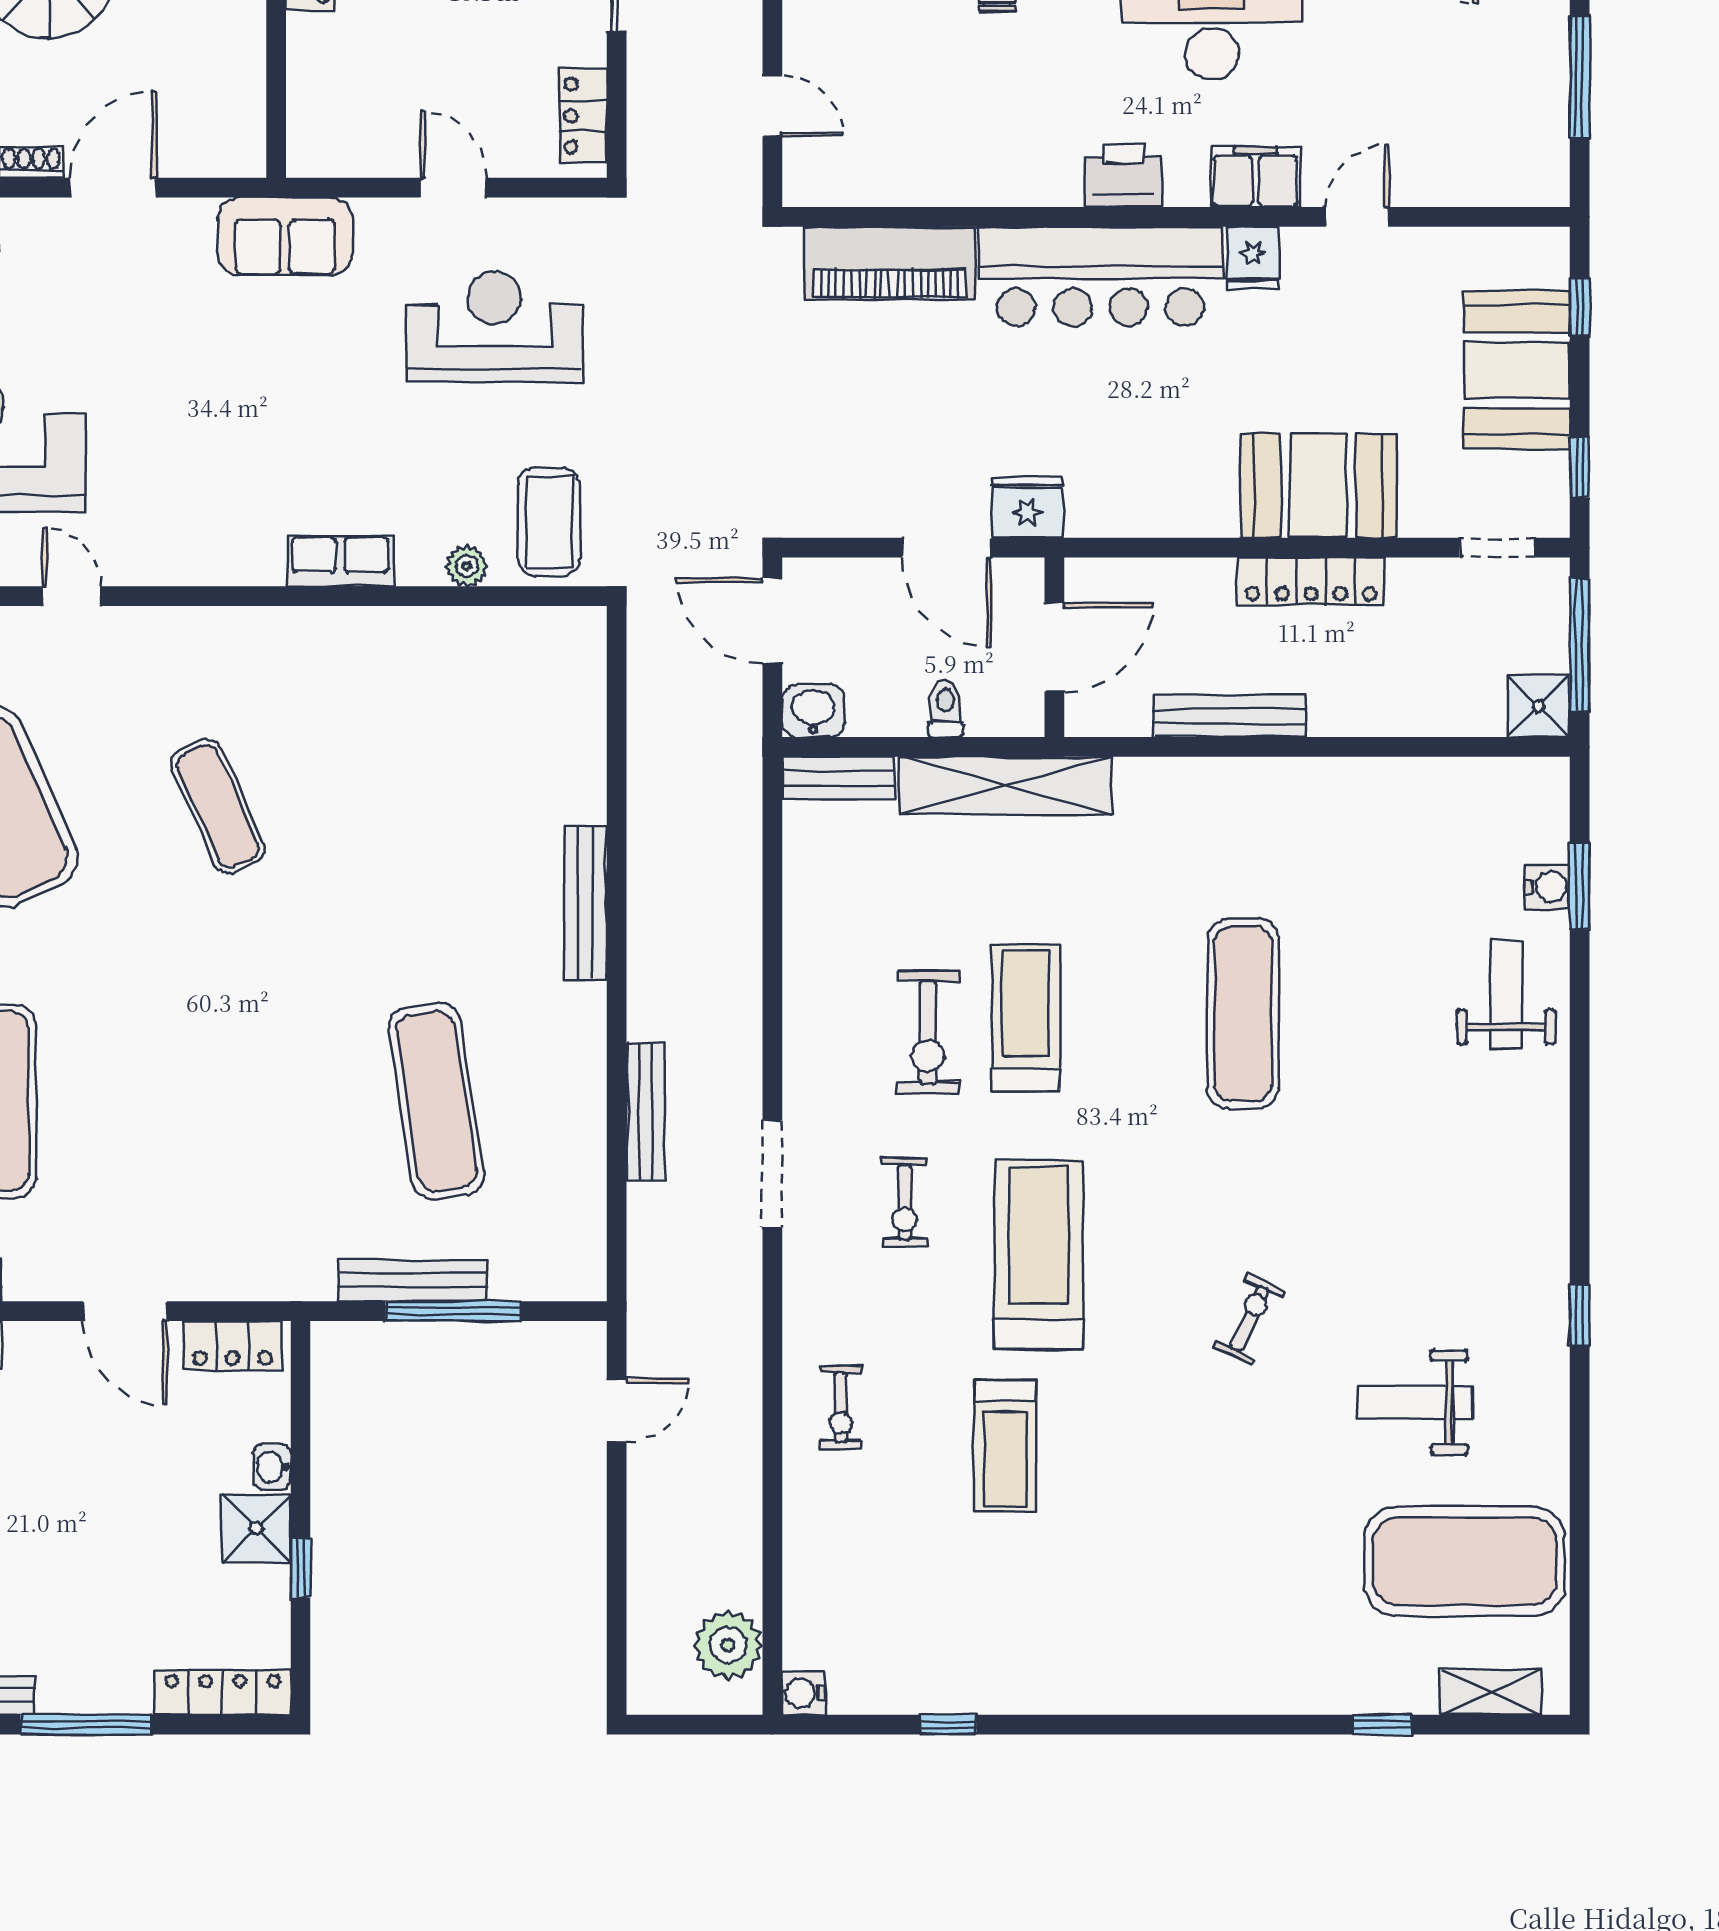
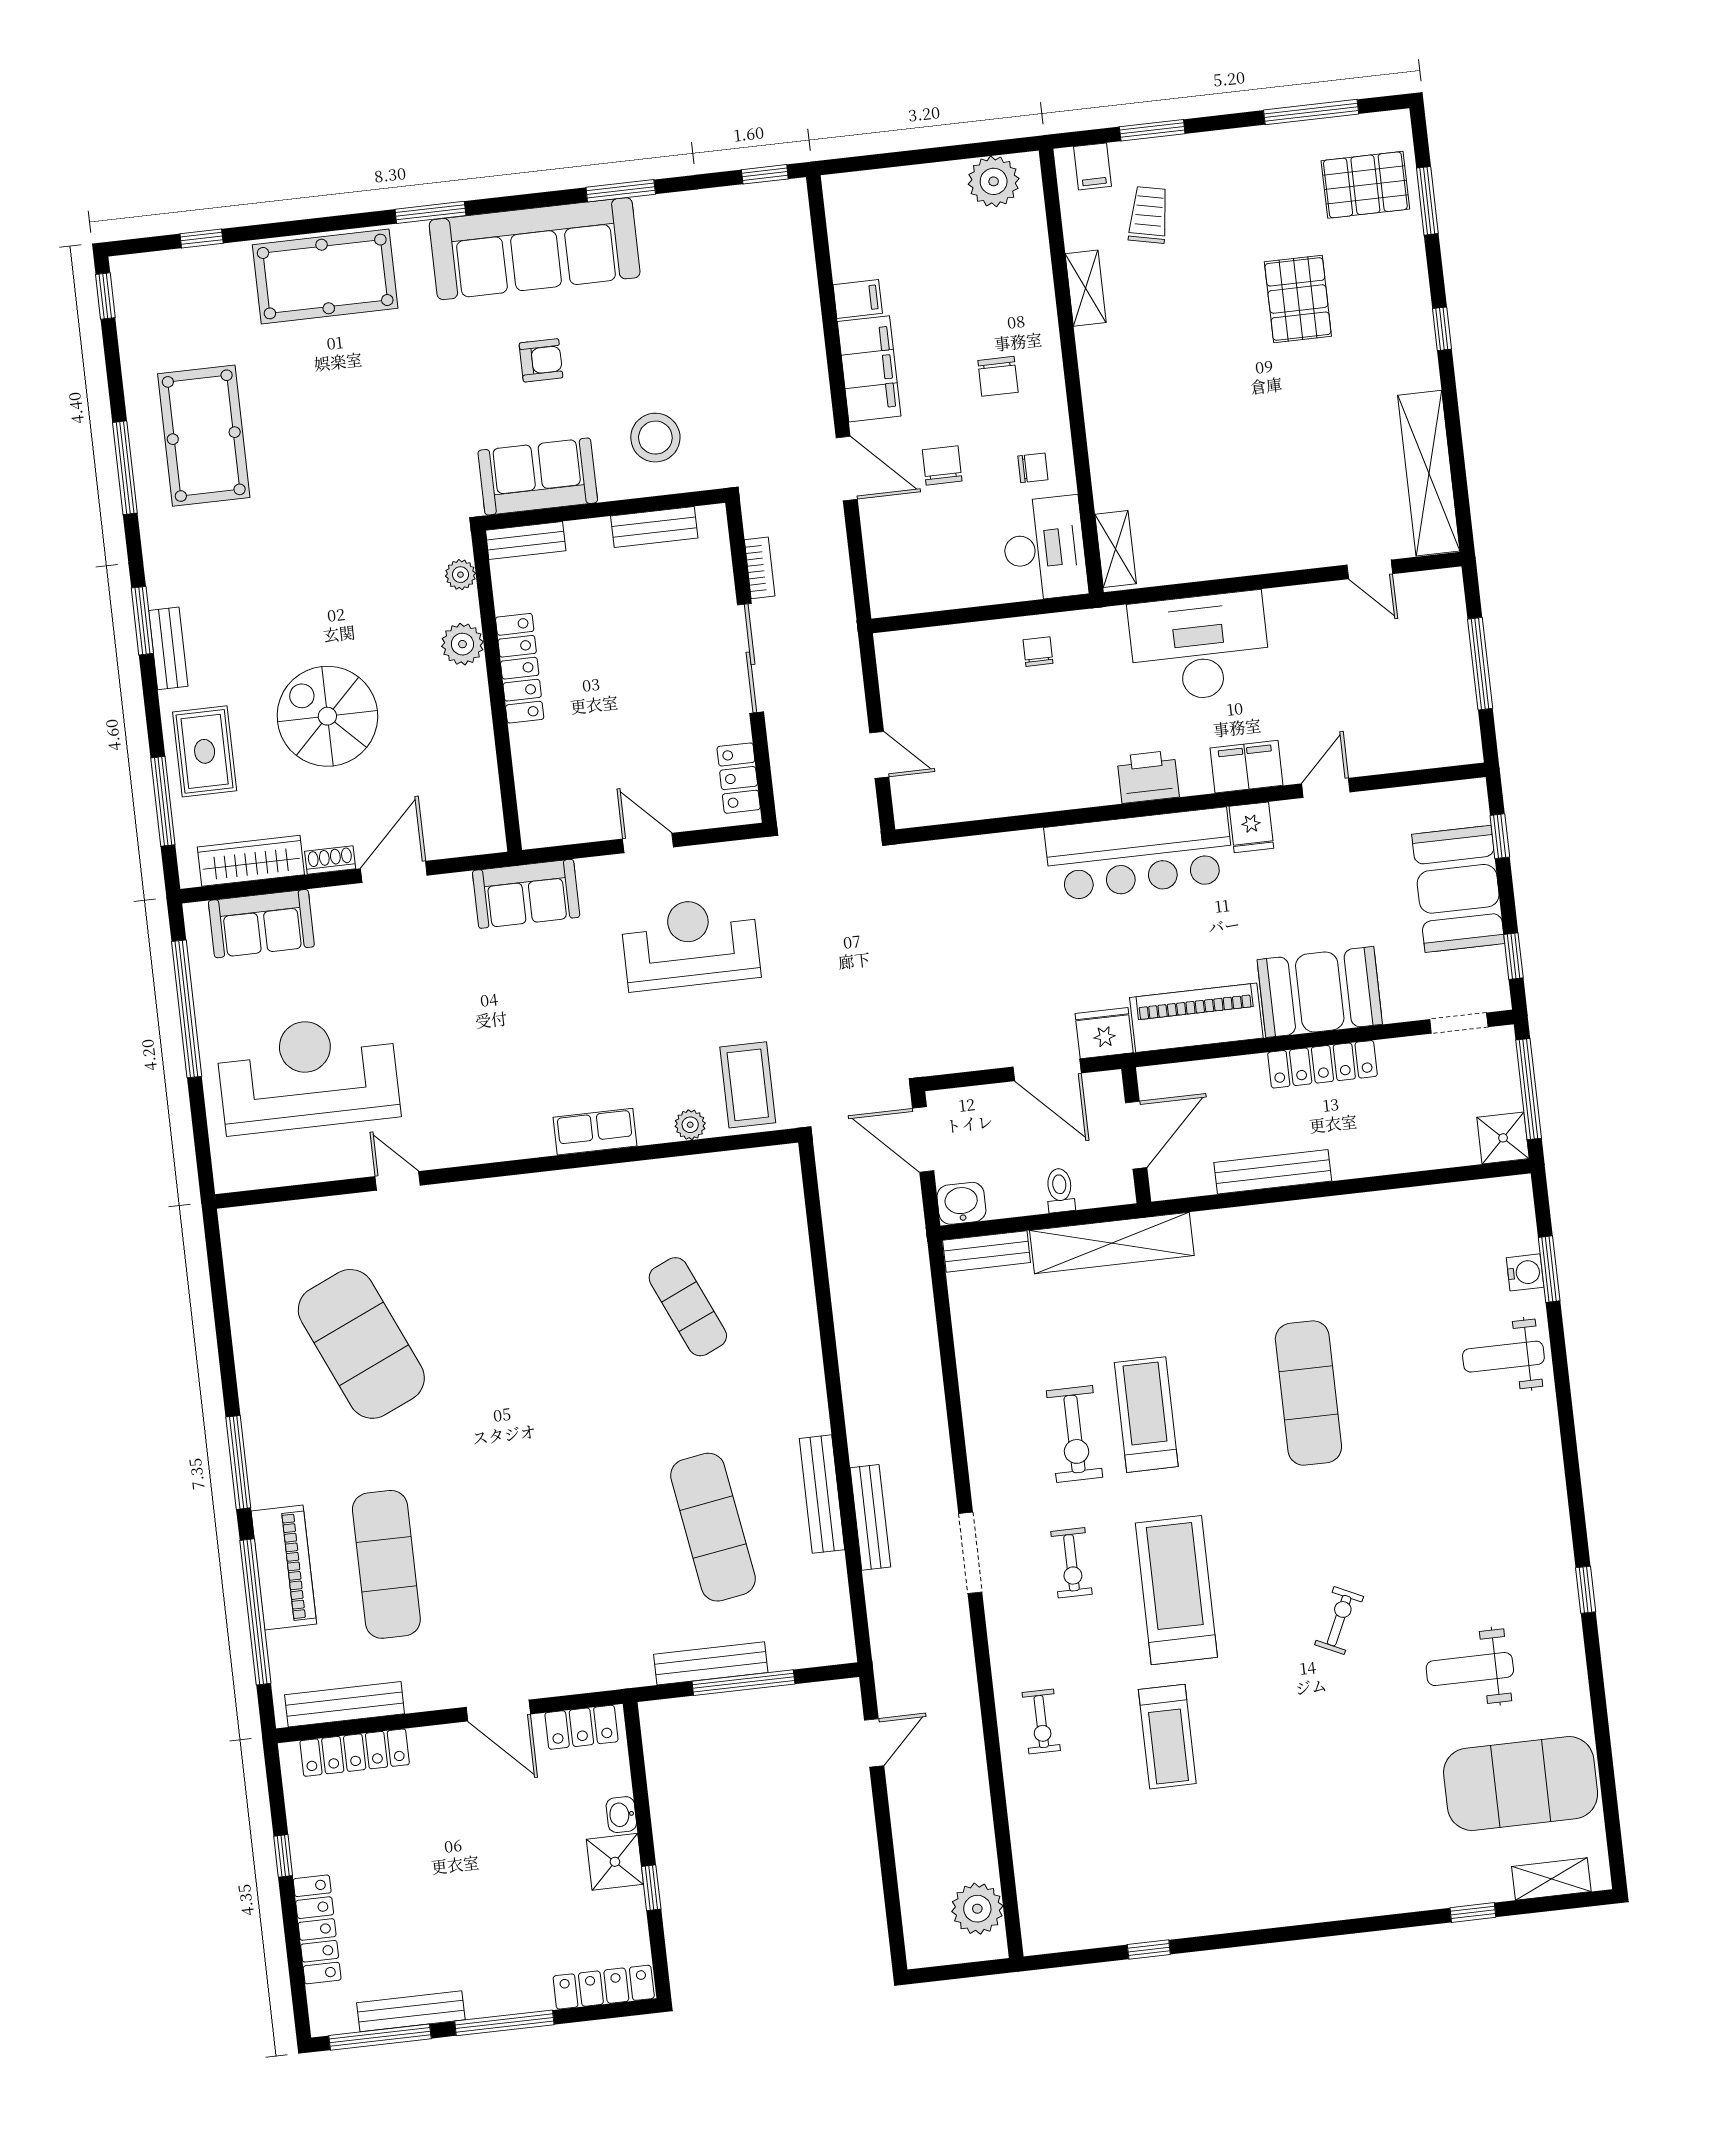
piano: (890, 264) -> (1196, 1018), moved, turned 180
exercise mat: (218, 806) -> (688, 1307), moved
bench: (585, 903) -> (822, 1494), moved
weight bench: (1506, 995) -> (1503, 1357), turned -90
water cooler: (804, 1693) -> (1038, 1938), removed

